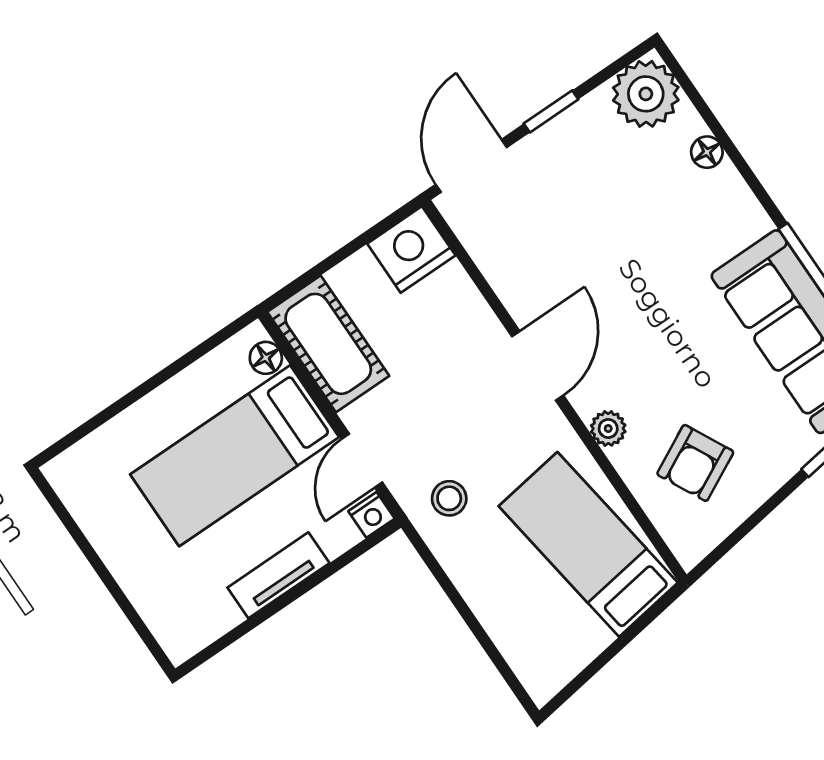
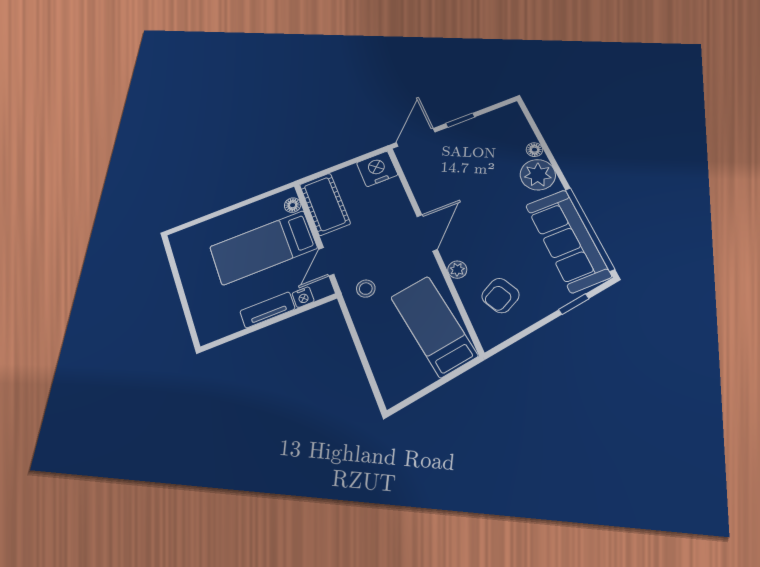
plant: (646, 94) -> (538, 175), moved
nightstand: (372, 515) -> (303, 297), moved

